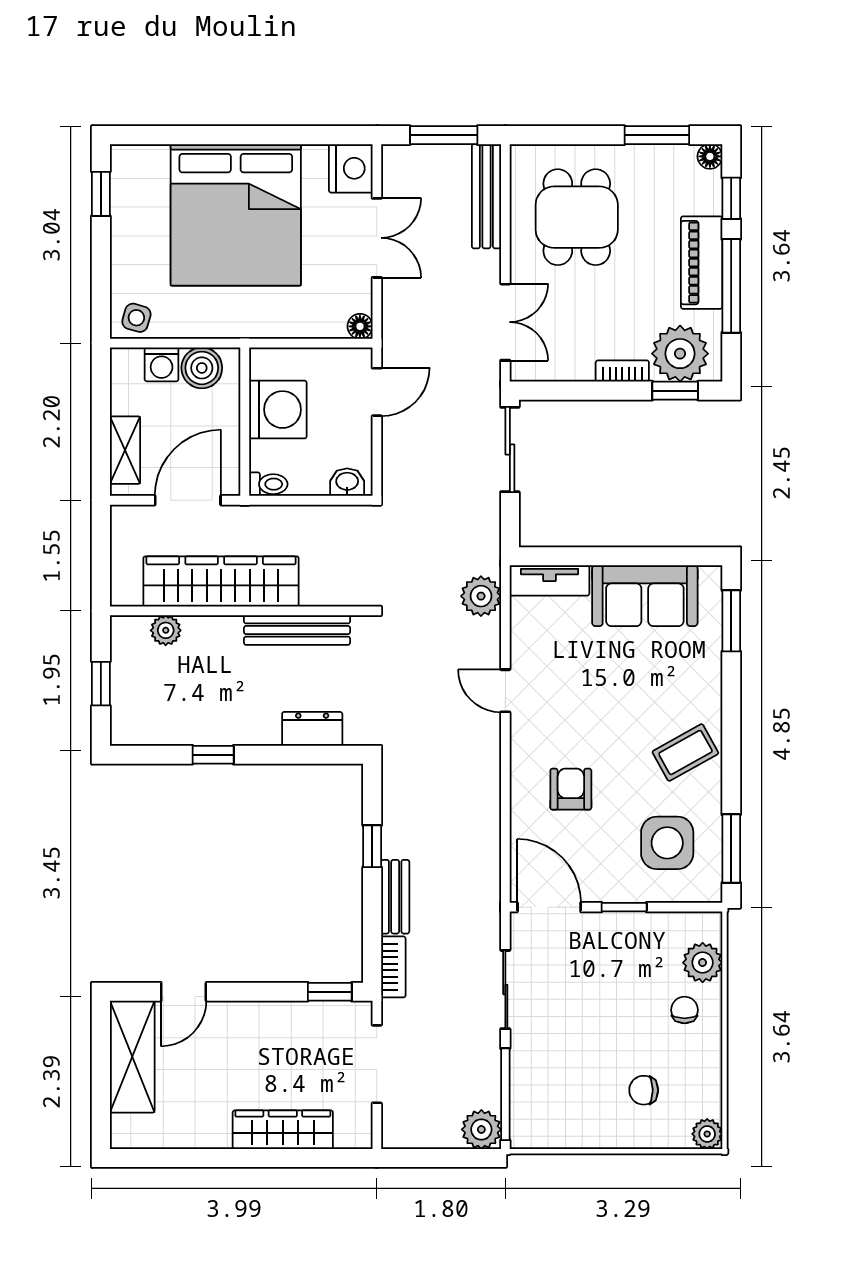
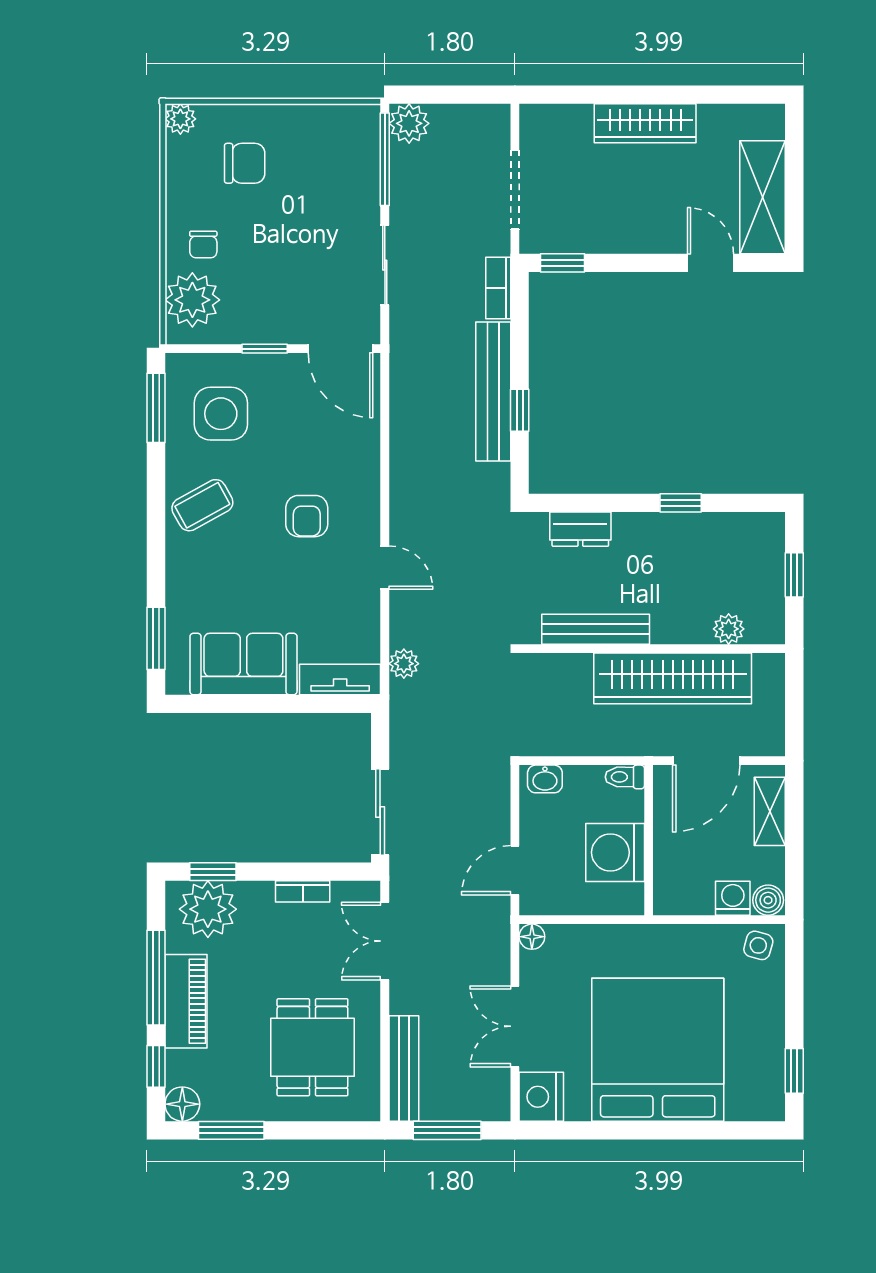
floor lamp: (710, 156) -> (182, 1104), width x1.37, depth x1.37
boiler: (202, 368) -> (768, 900), moved, width x0.73, depth x0.73
bookcase: (622, 371) -> (303, 891), moved
plant: (481, 596) -> (404, 664), width x0.73, depth x0.73
armchair: (571, 789) -> (307, 516), moved
bench: (395, 897) -> (493, 391), width x1.86, depth x1.21
plant: (703, 963) -> (192, 300), width x1.36, depth x1.36
door: (184, 992) -> (711, 263), hinge flipped
chair: (644, 1090) -> (245, 163), width x1.37, depth x1.37
wardrobe: (283, 1130) -> (645, 123), moved

